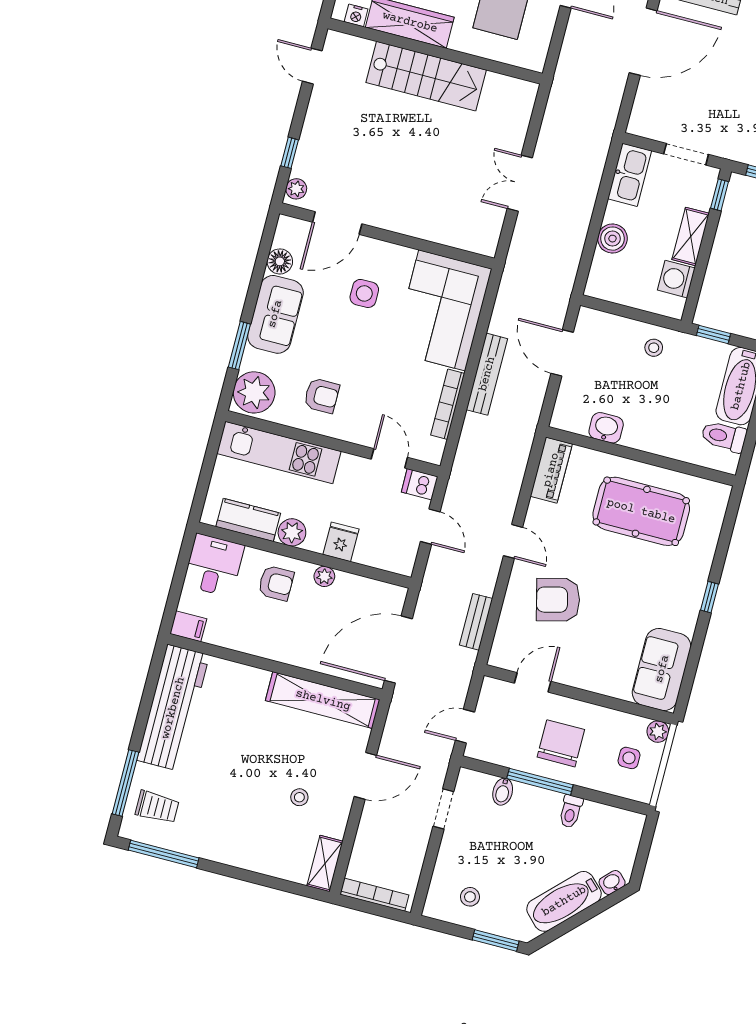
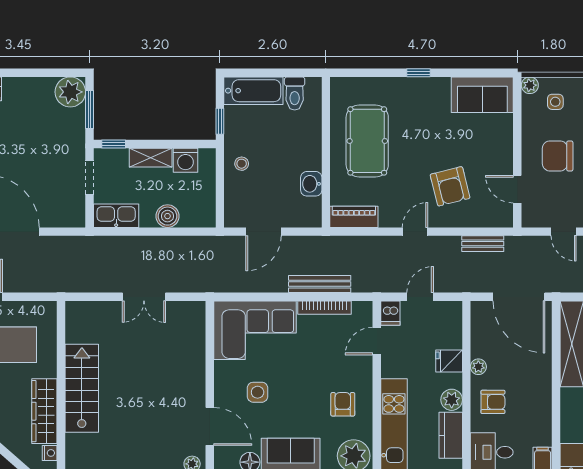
bench: (487, 374) -> (320, 284), moved
armchair: (276, 583) -> (493, 402), turned 90

